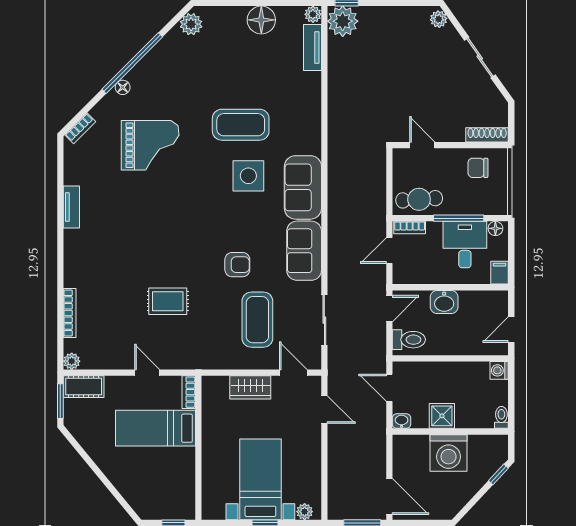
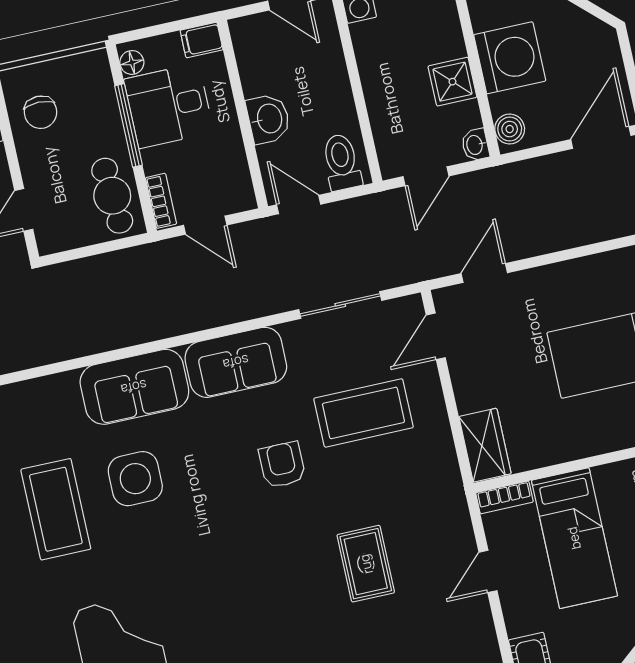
wardrobe: (250, 387) -> (485, 445), moved
boiler: (406, 444) -> (510, 129), added

